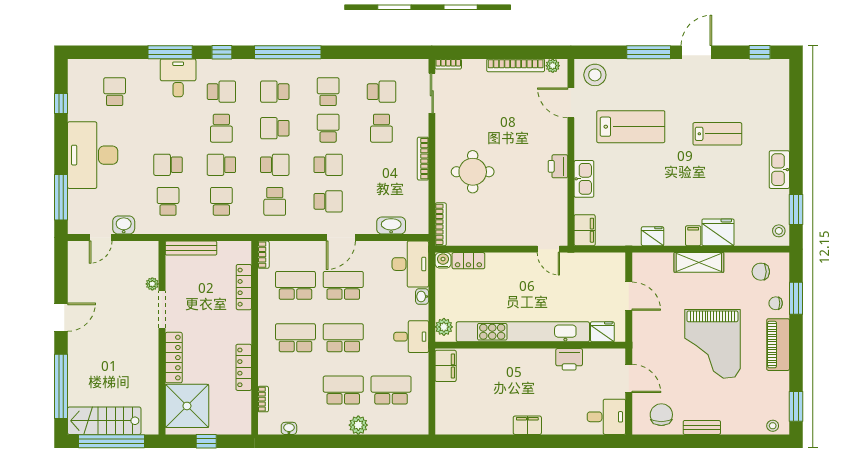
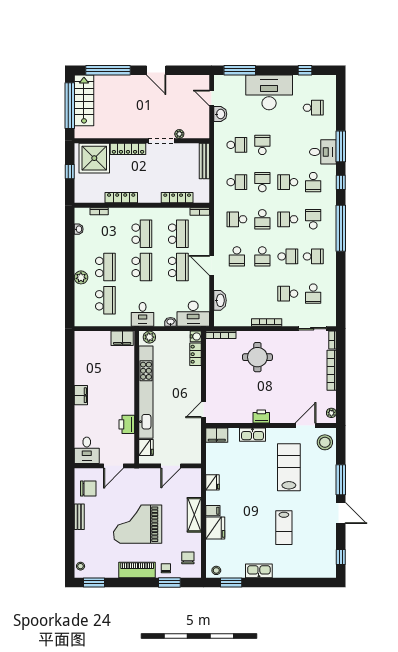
bookcase: (516, 65) -> (332, 370), moved
lab bench: (631, 127) -> (289, 467), turned 180
school desk: (275, 128) -> (288, 219), turned -90

